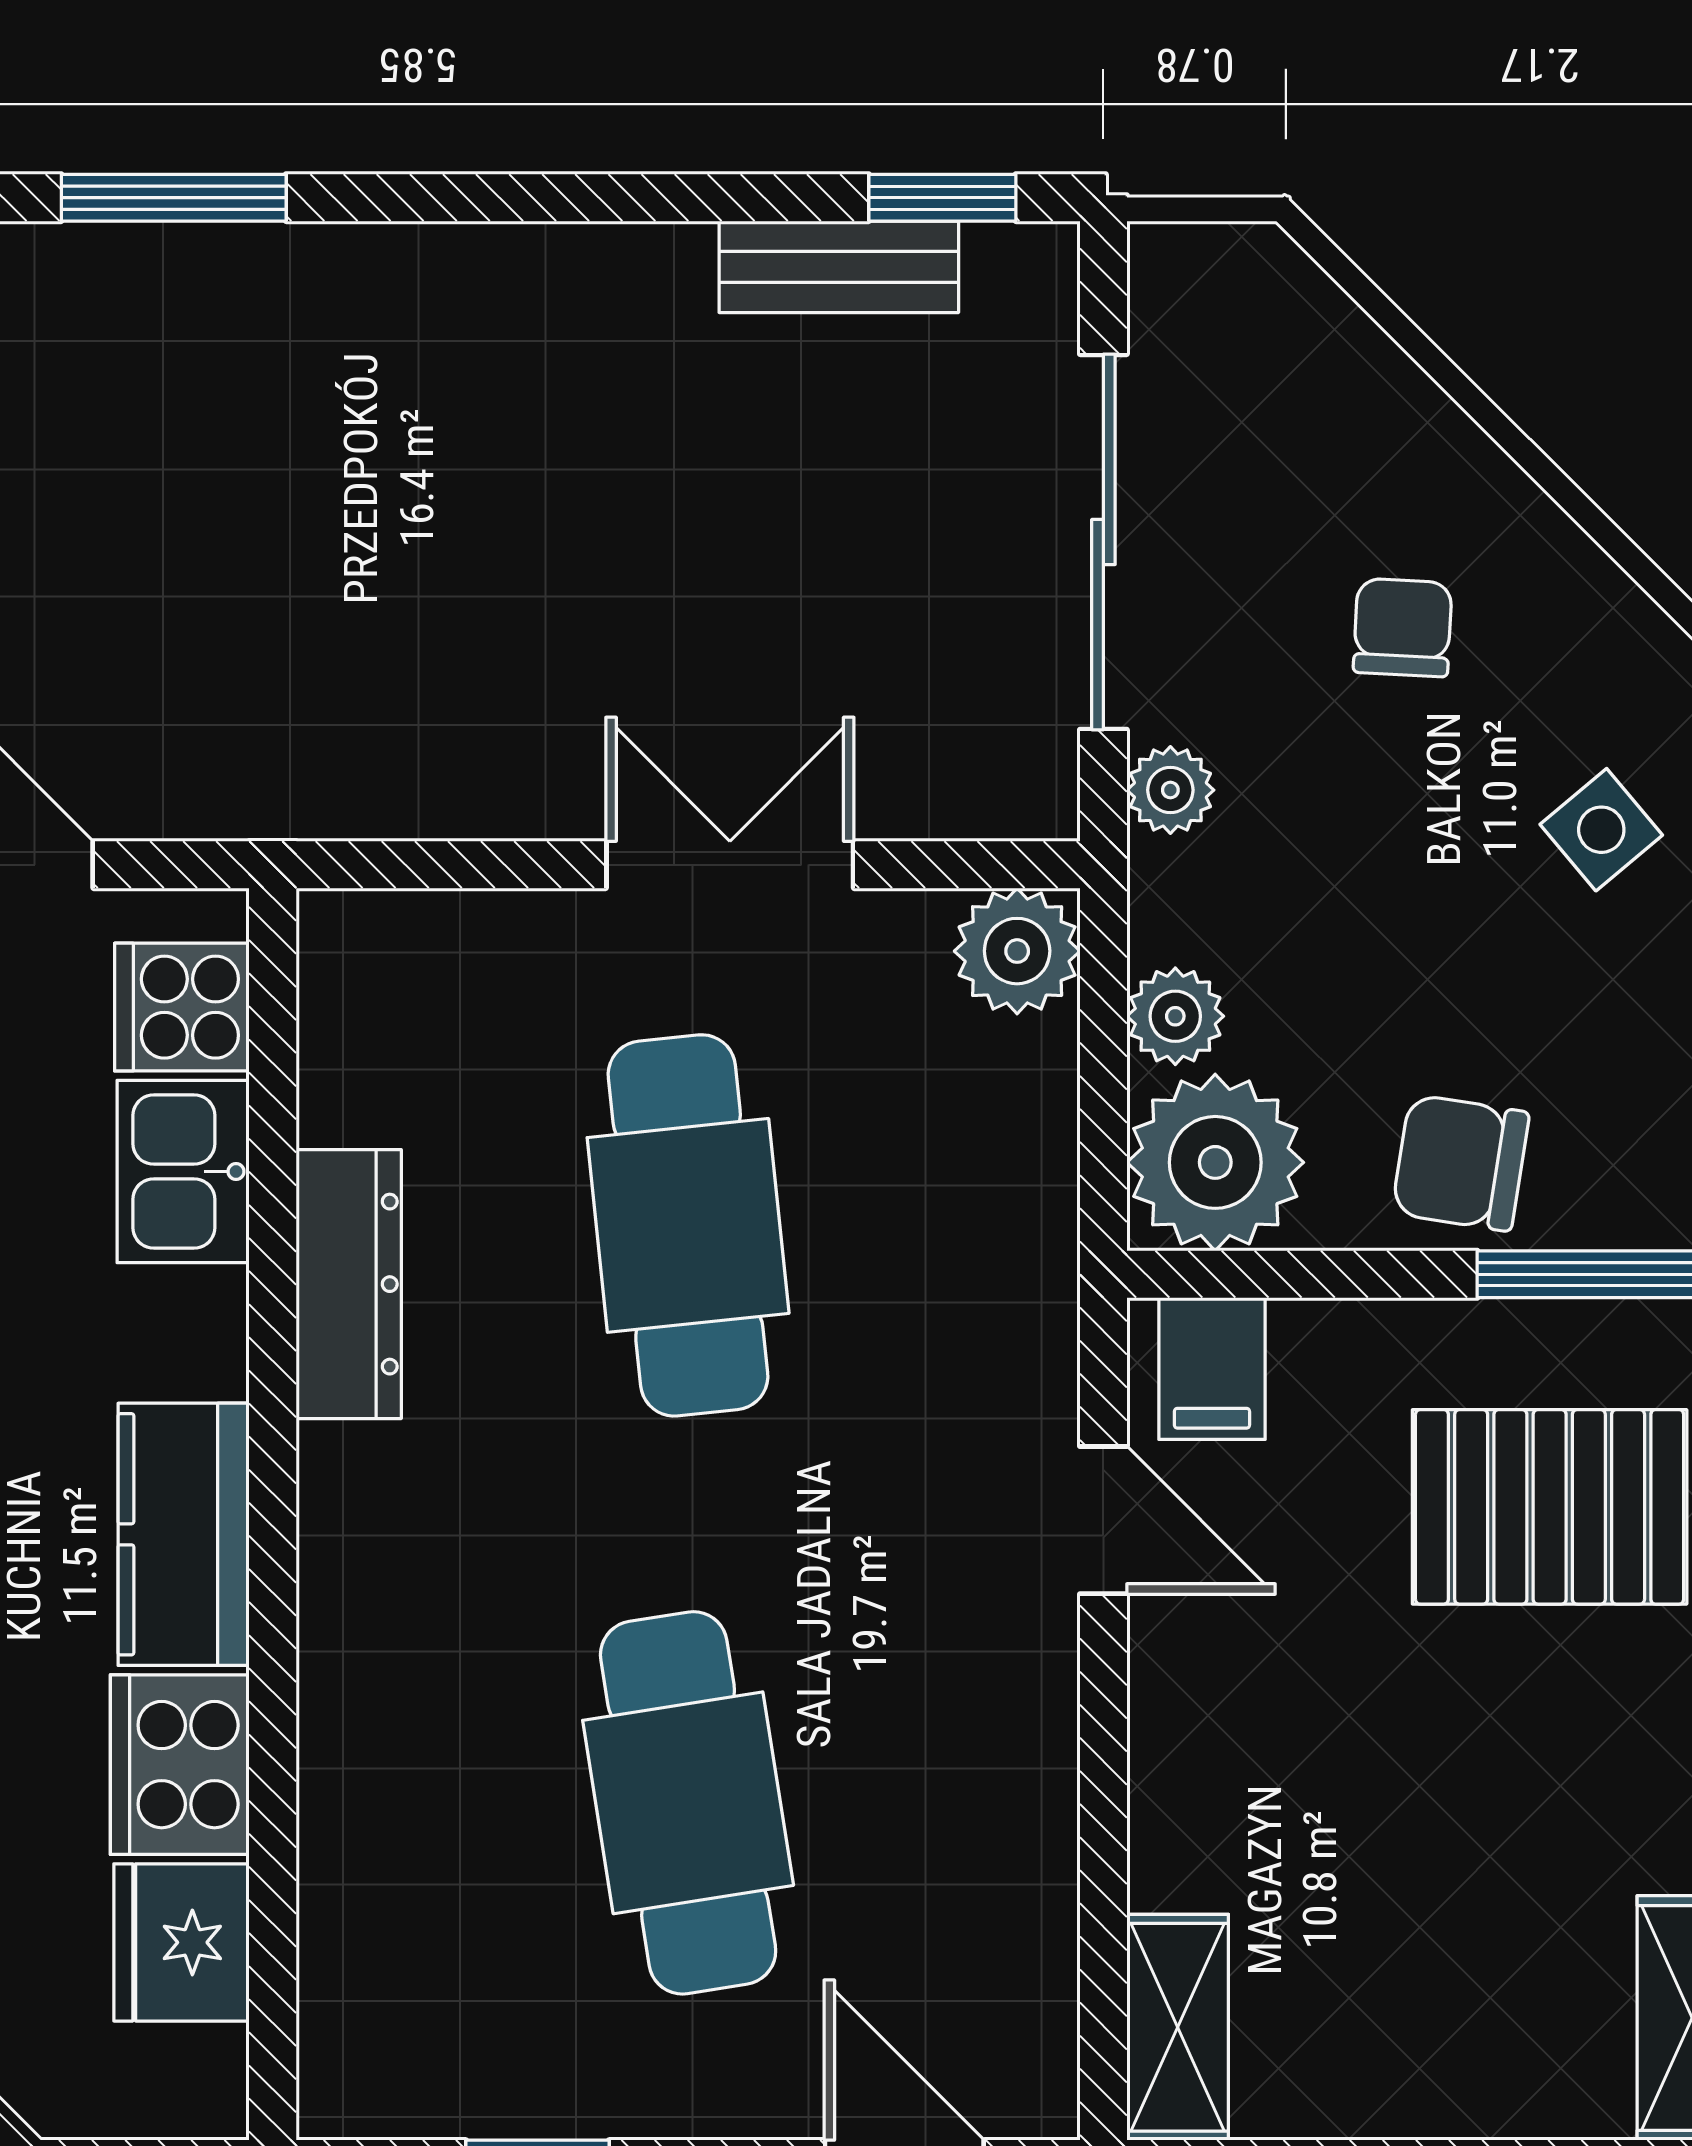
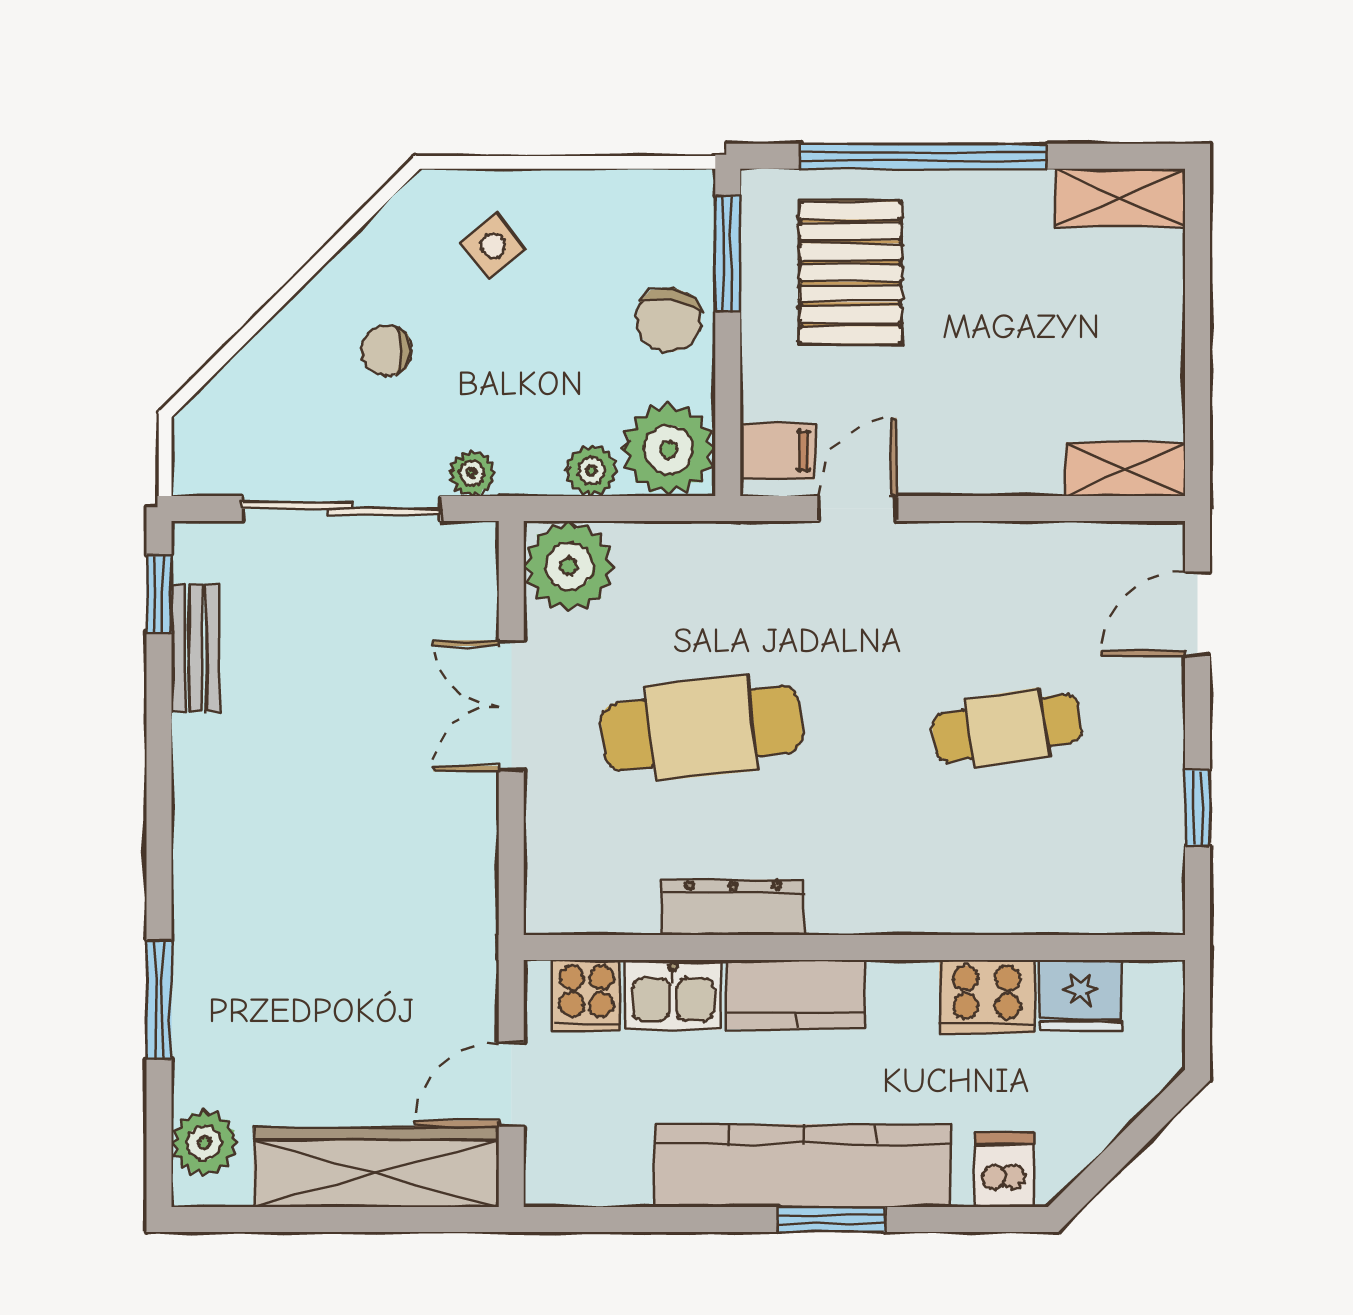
plant: (1017, 951) -> (569, 566), width x1.36, depth x1.36
kitchen counter: (184, 1534) -> (796, 994), moved
cafe table: (688, 1803) -> (1007, 728), width x0.73, depth x0.74

